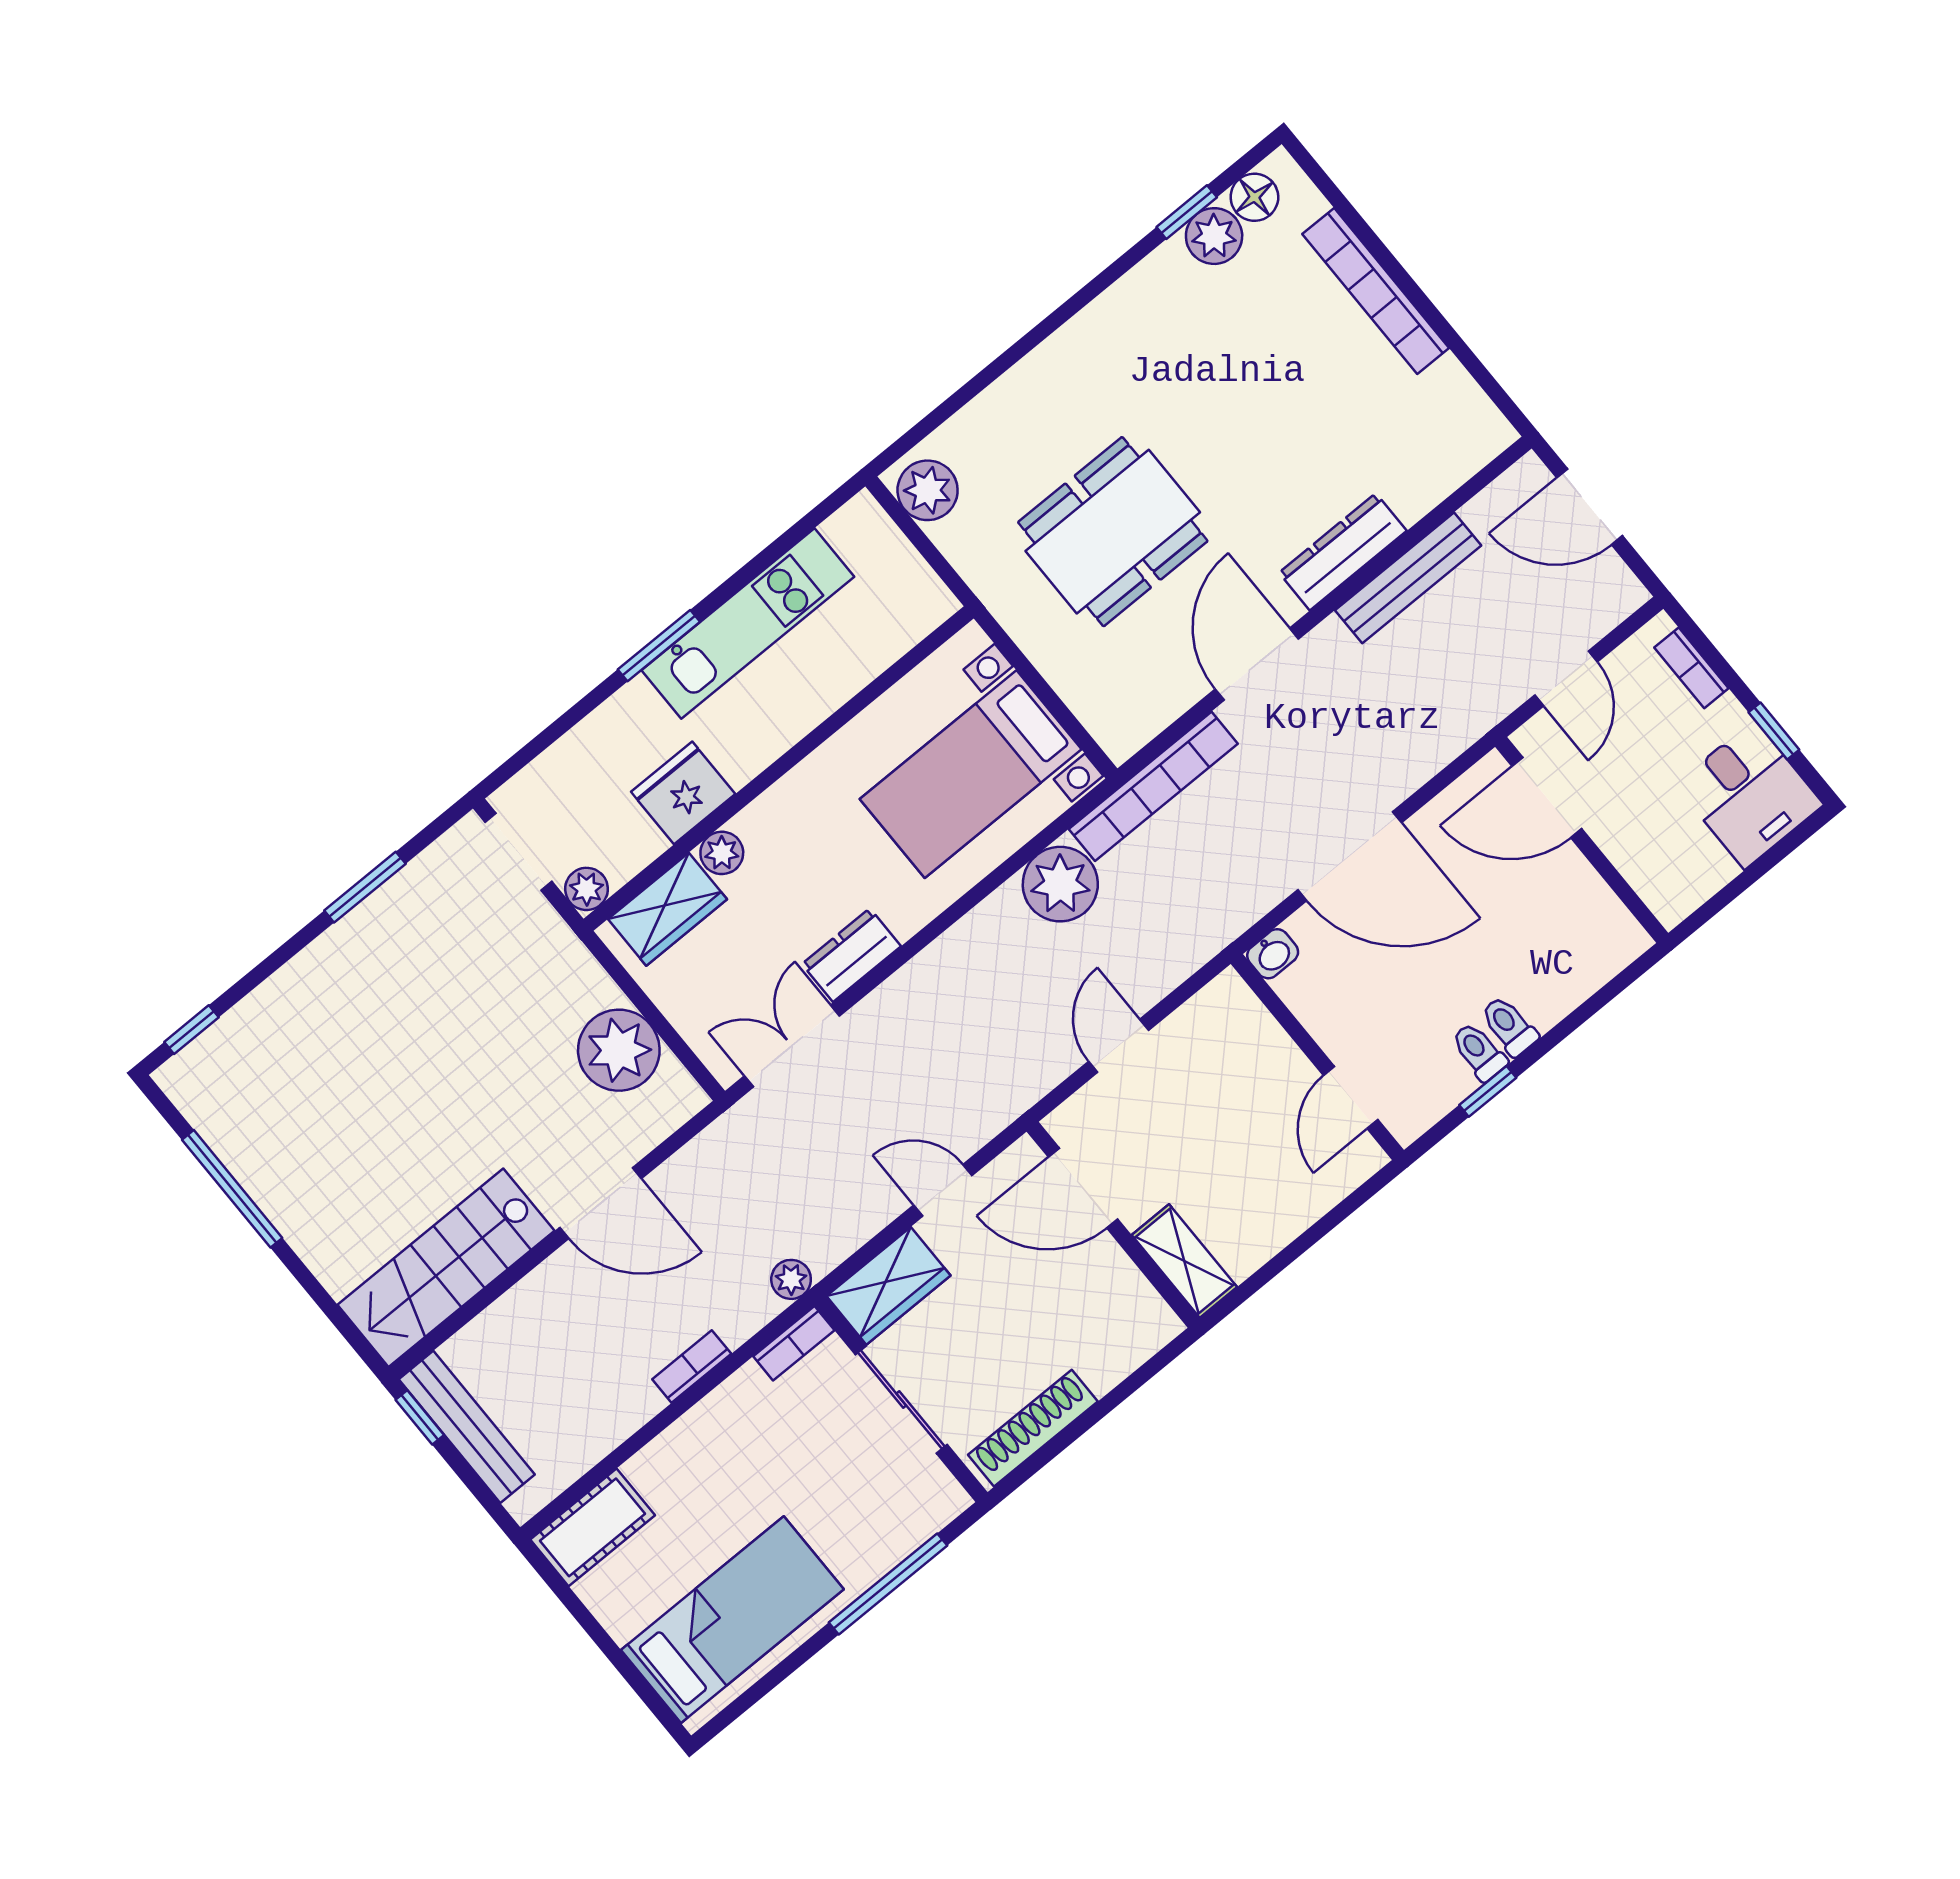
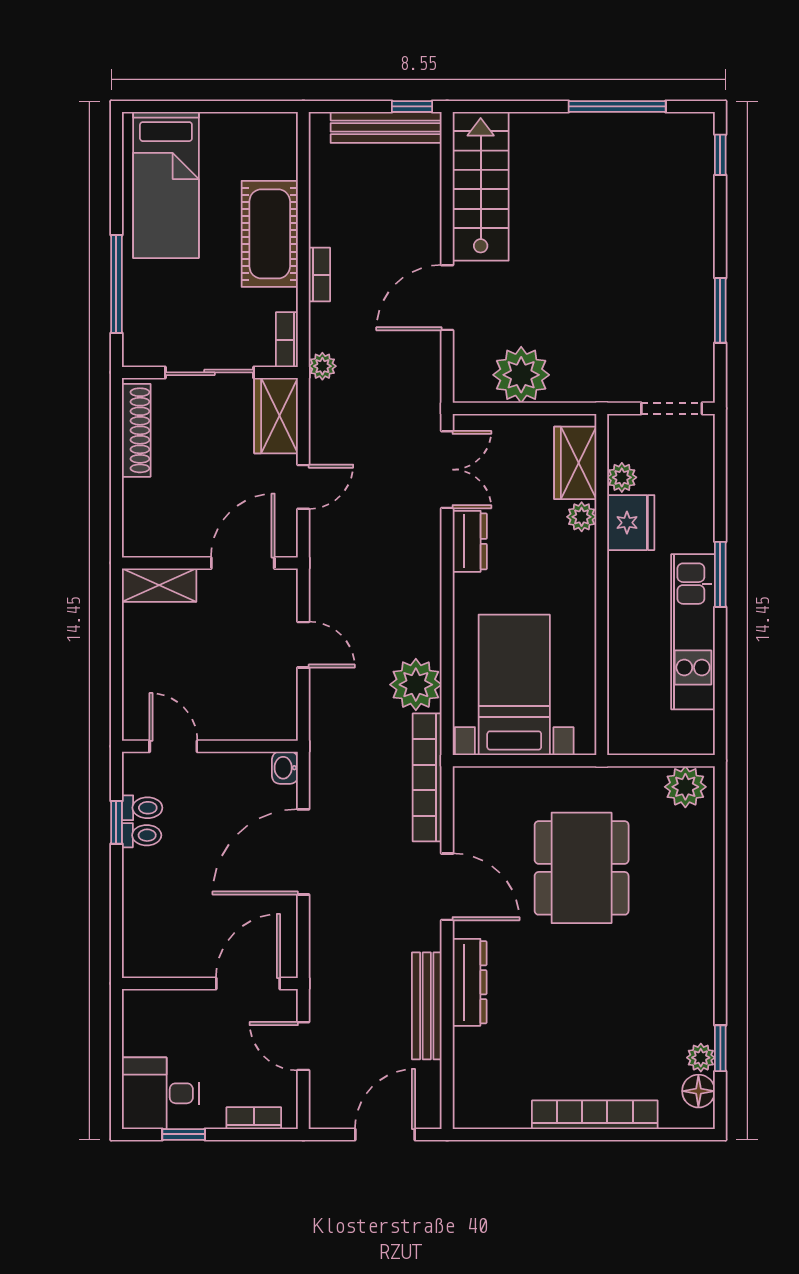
plant: (1214, 236) -> (701, 1058), width x0.73, depth x0.73
plant: (587, 889) -> (622, 477), moved
toilet: (1509, 1026) -> (142, 808), moved
cot: (593, 1527) -> (270, 234), moved, width x1.37, depth x1.34

